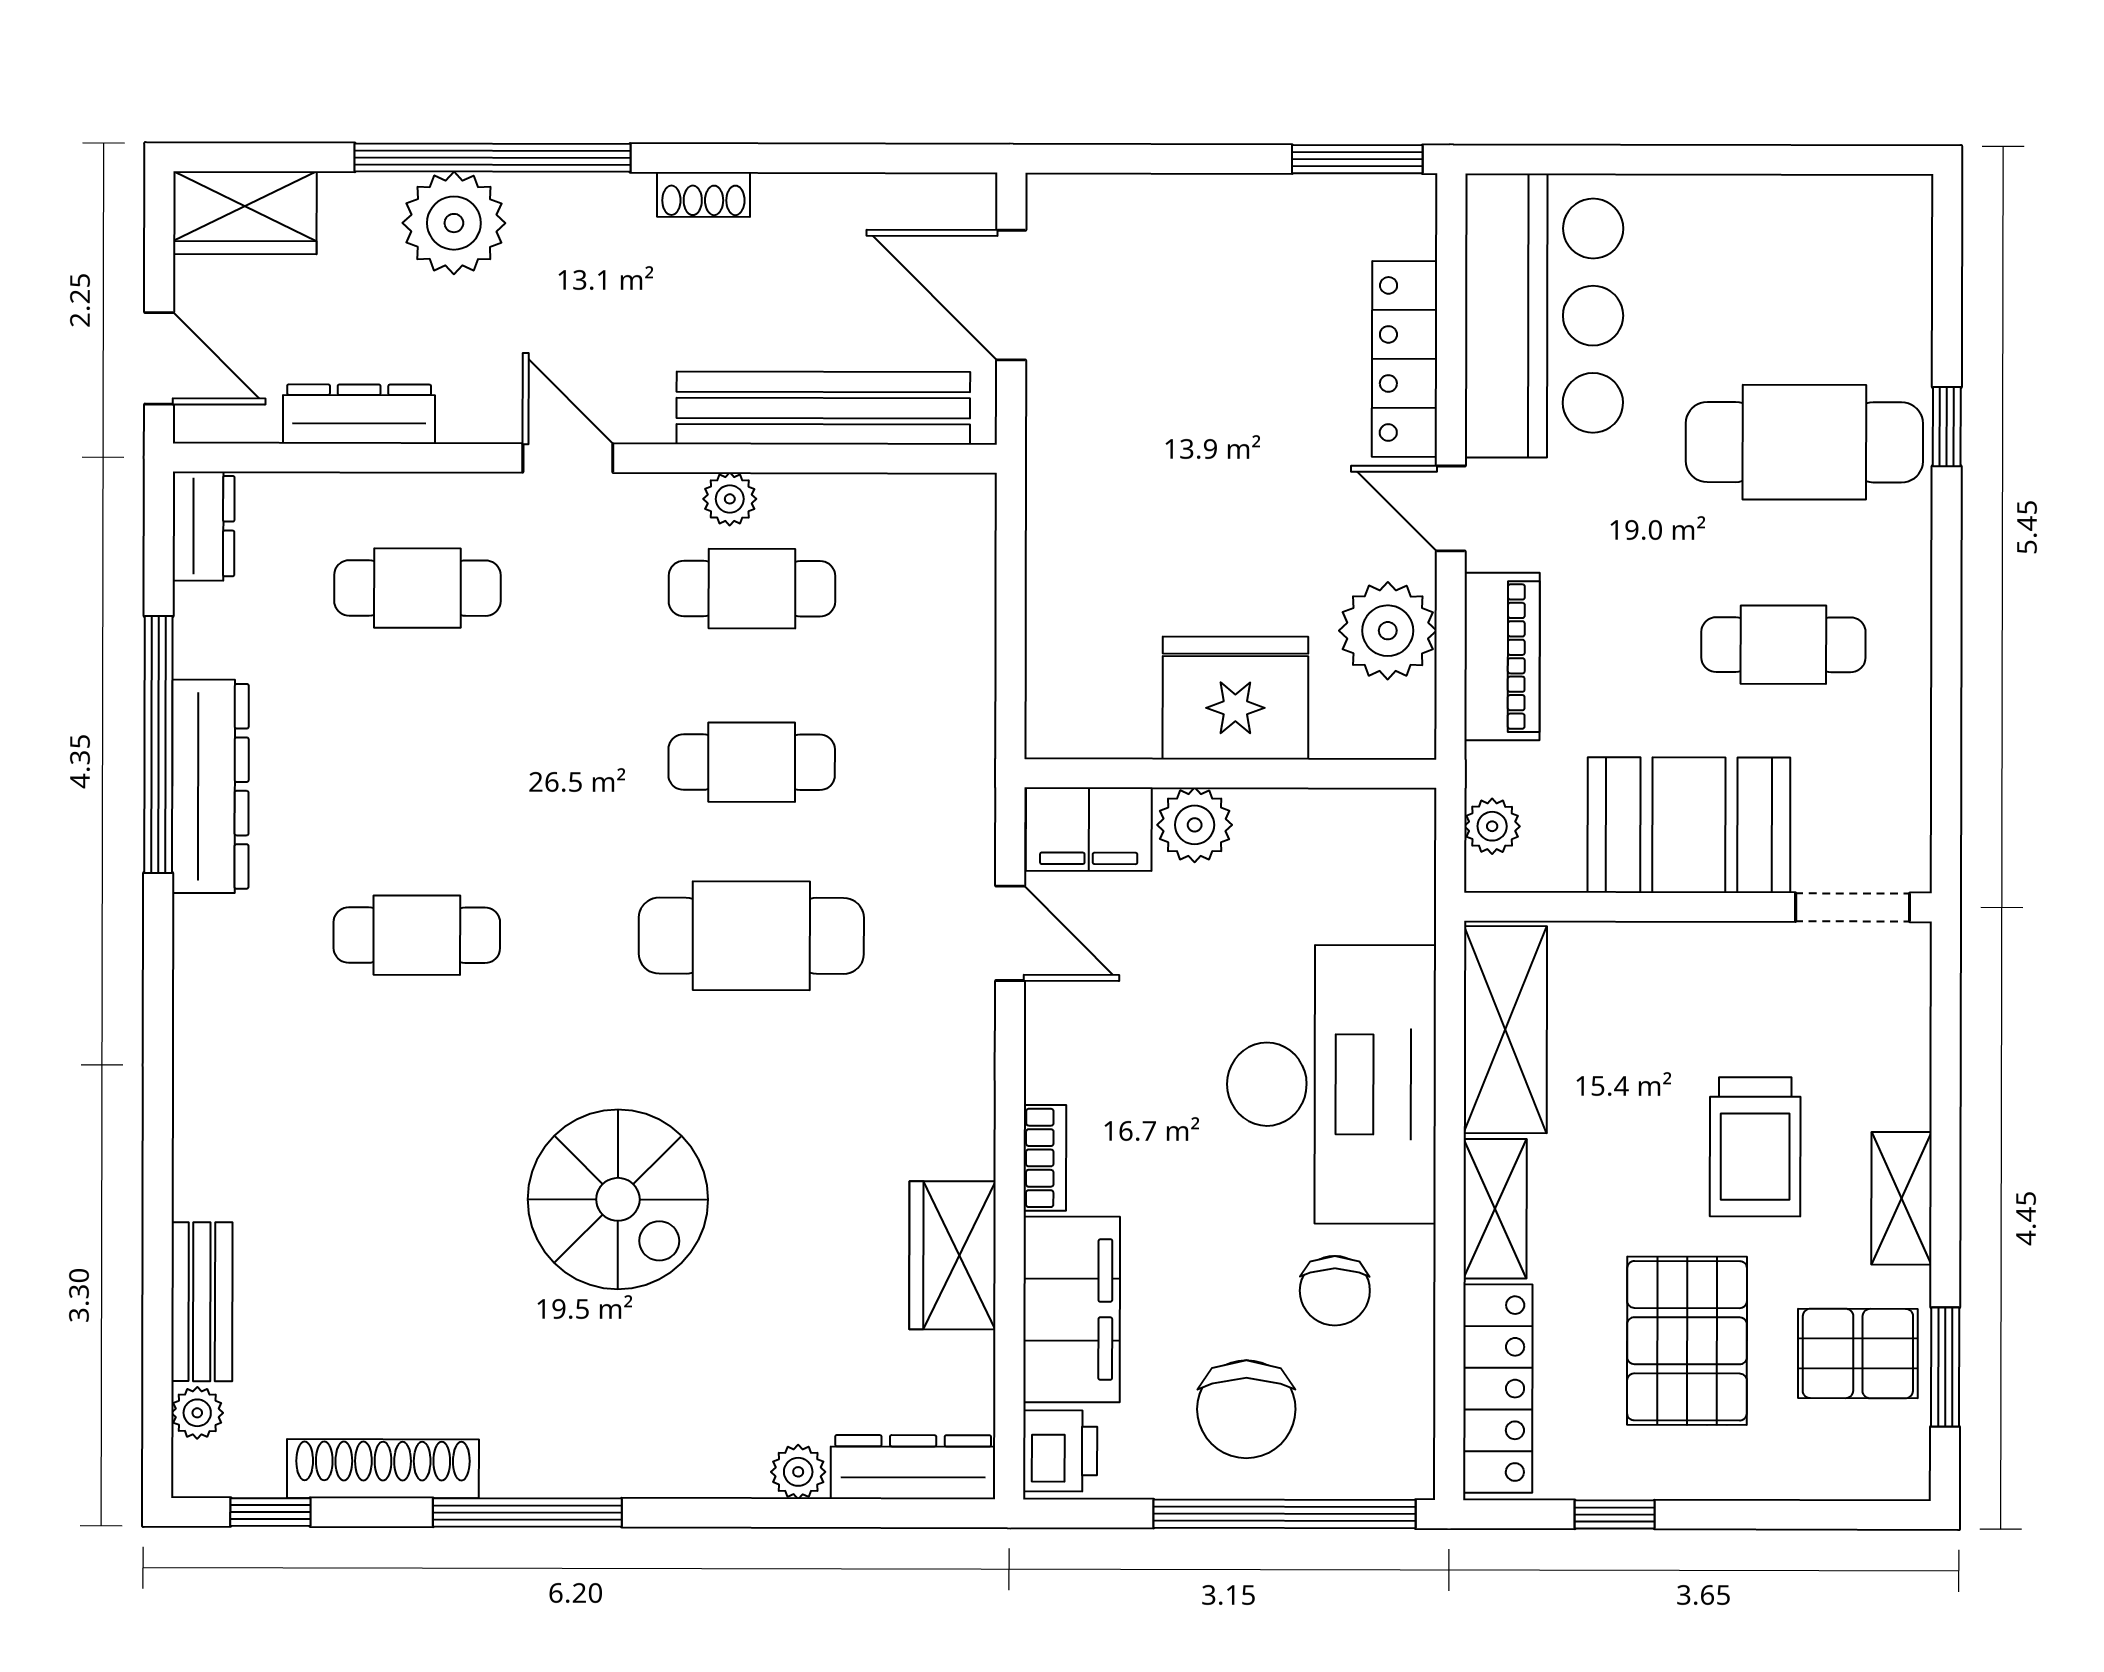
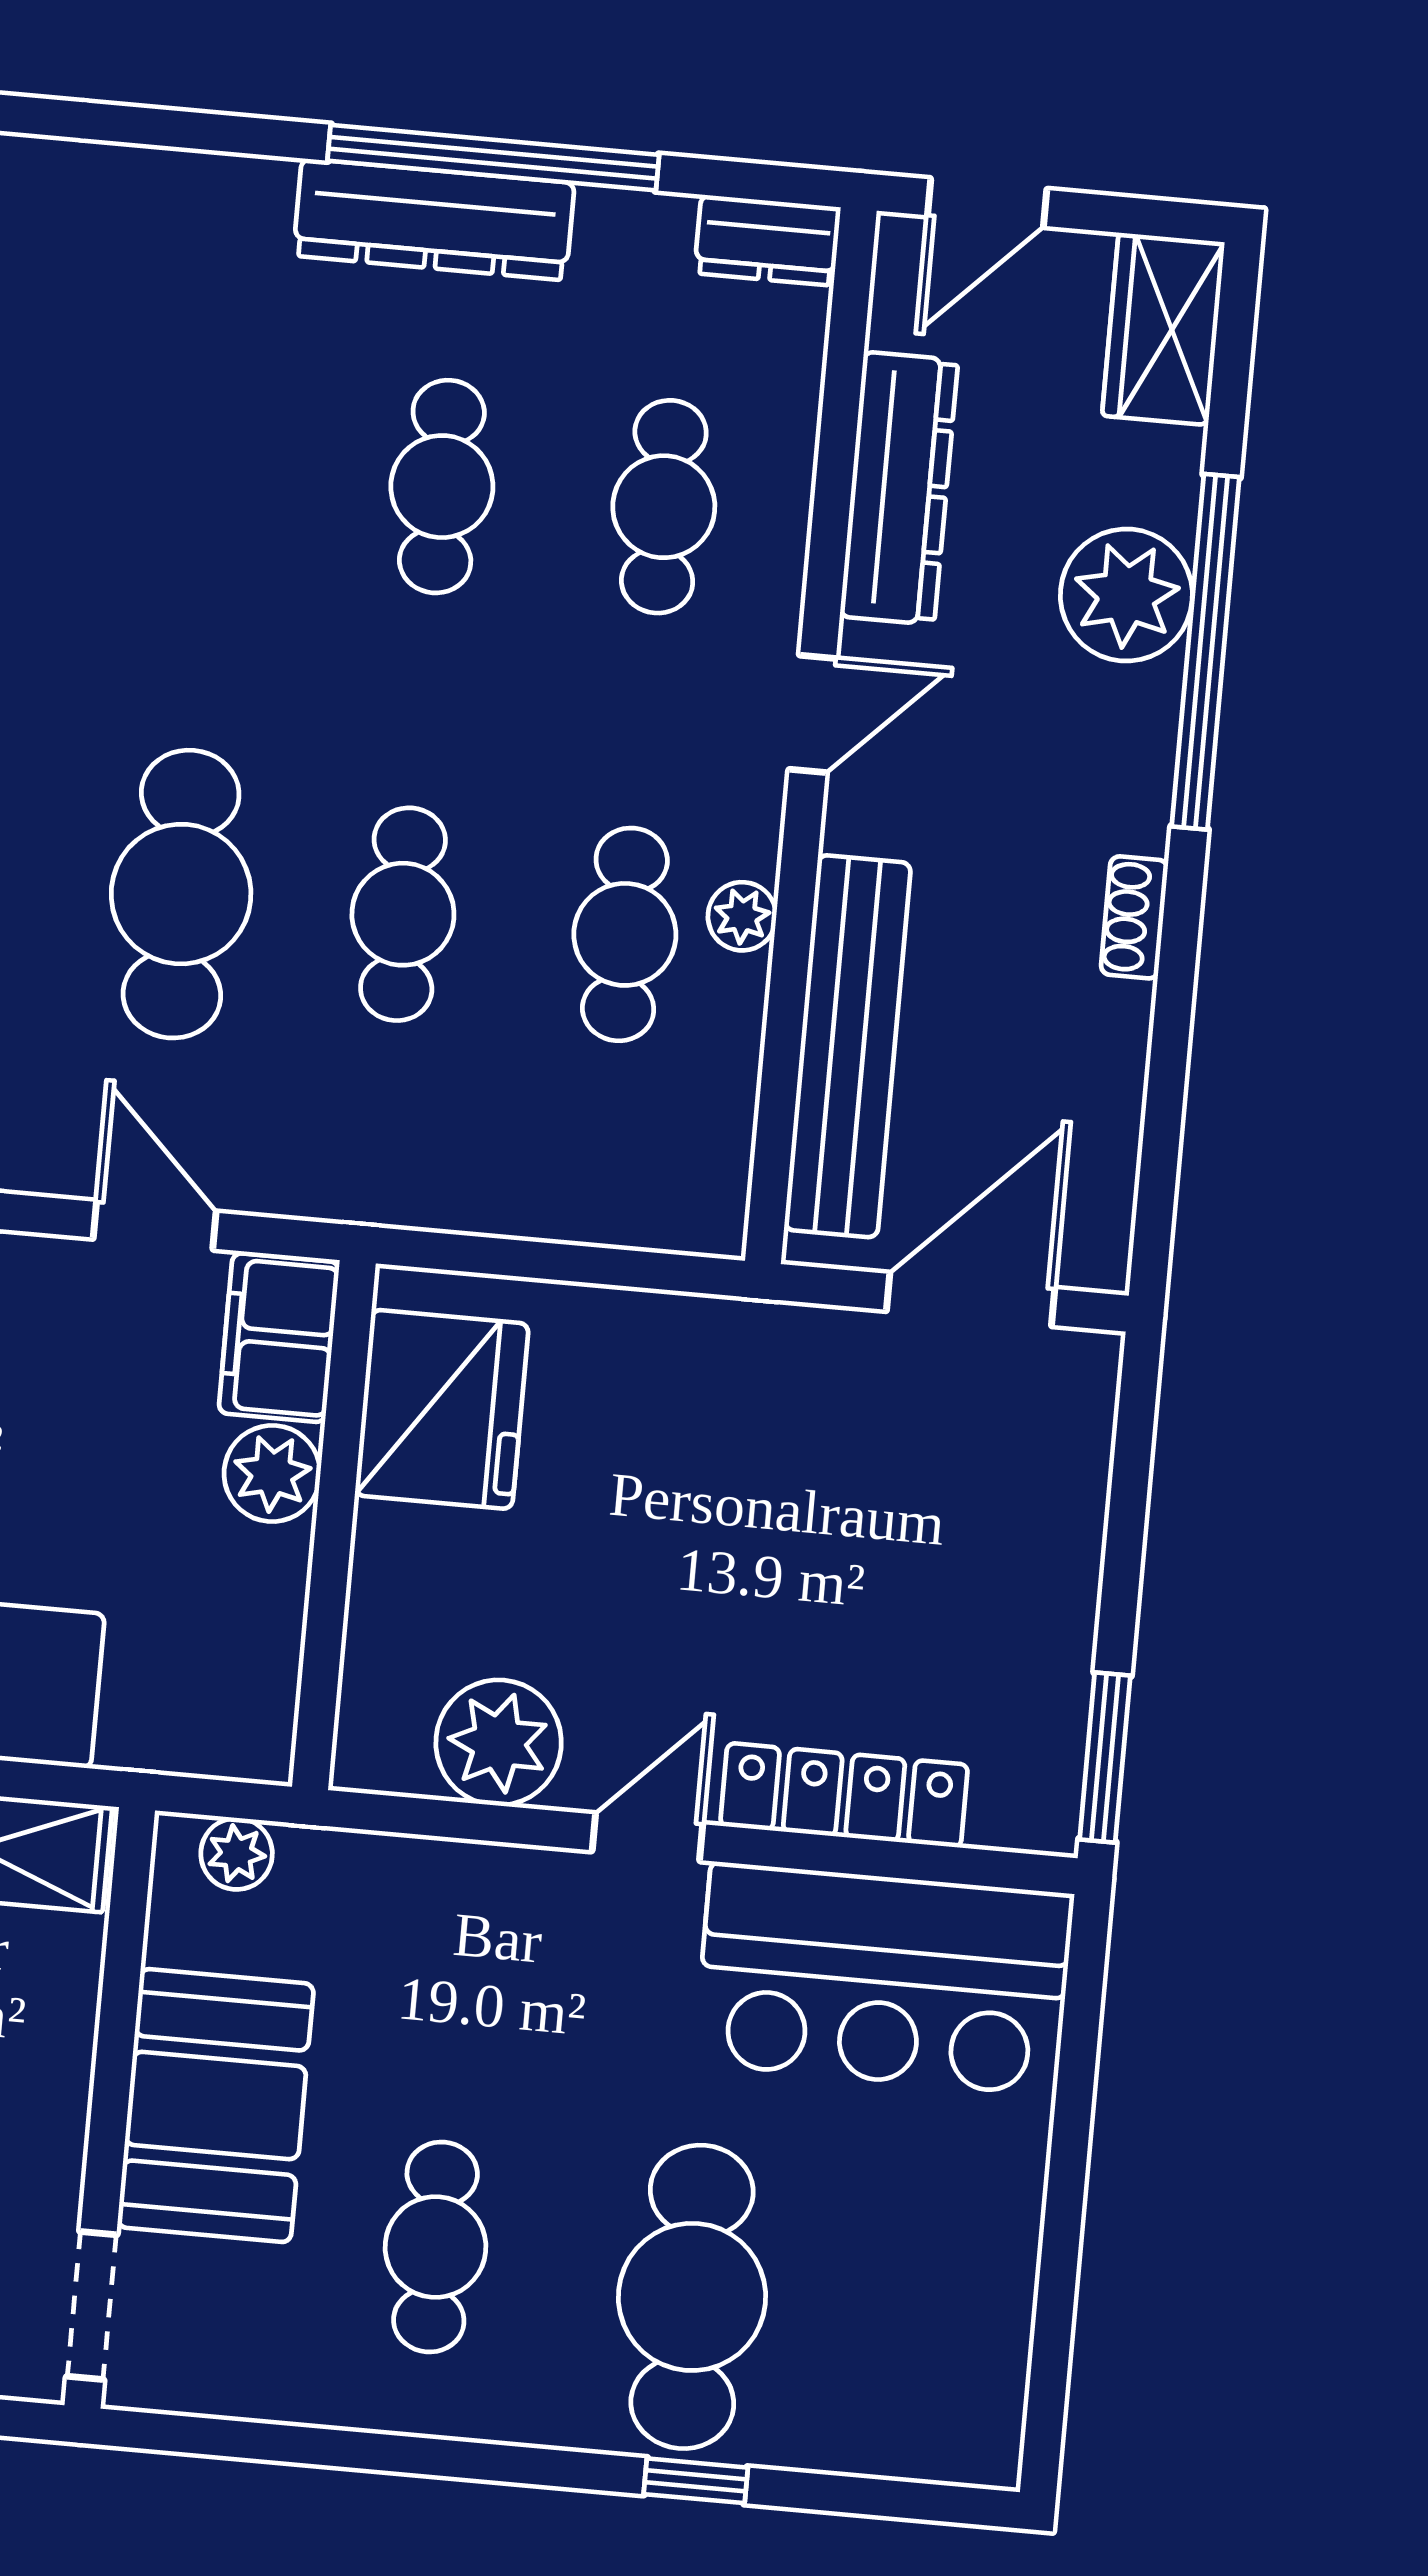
dresser: (359, 414) -> (899, 488), width x1.37, depth x1.24
piano: (1502, 657) -> (452, 1886), removed
fridge: (1235, 698) -> (442, 1409), moved
door: (1010, 933) -> (155, 1225), swing flipped
cafe table: (417, 935) -> (442, 487), moved

